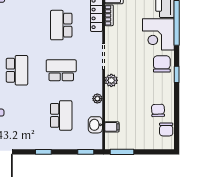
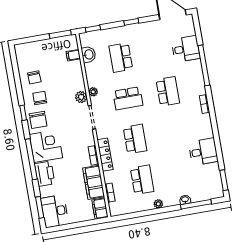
school desk: (17, 70) -> (168, 91), turned 180
plant: (97, 99) -> (93, 92), moved
chair: (166, 129) -> (40, 98), moved

